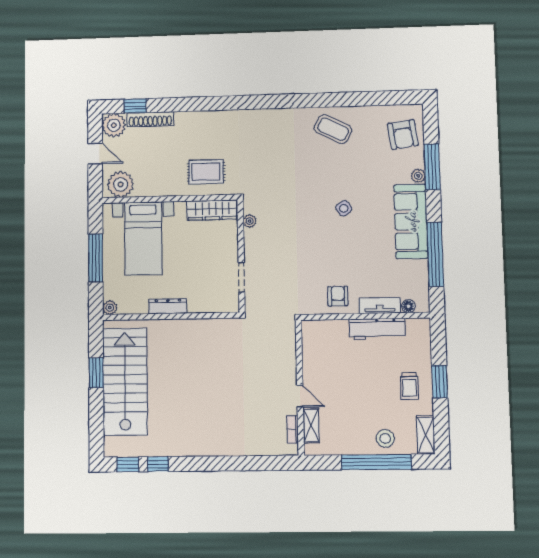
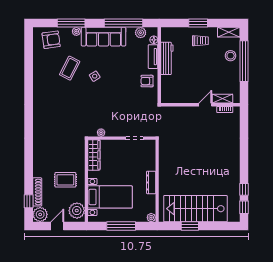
coffee table: (333, 129) -> (70, 68), moved
rug: (206, 172) -> (65, 180), moved, turned 90
plant: (420, 284) -> (141, 33), added

